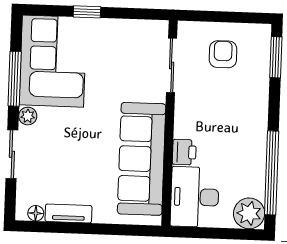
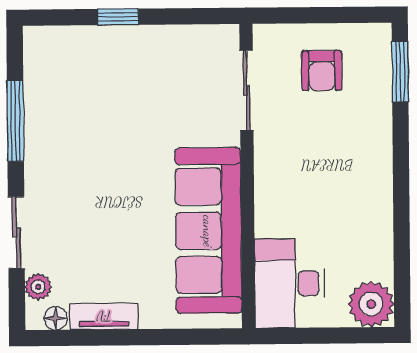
armchair: (223, 54) -> (322, 71), turned 180
corner sofa: (53, 61) -> (71, 92), removed
plant: (28, 116) -> (38, 287), moved
printer: (184, 152) -> (271, 218), removed
window: (272, 173) -> (402, 243), removed

